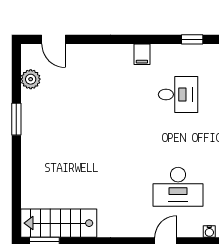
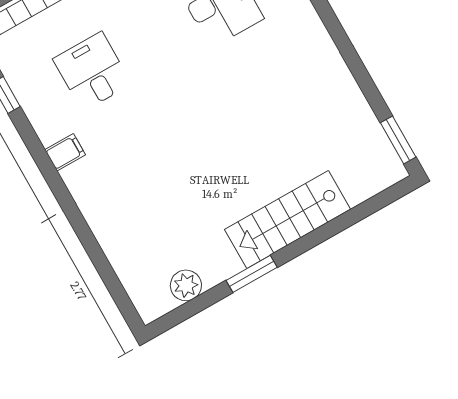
door: (54, 39) -> (114, 285), removed
stairs: (59, 223) -> (288, 219), moved, turned 90

